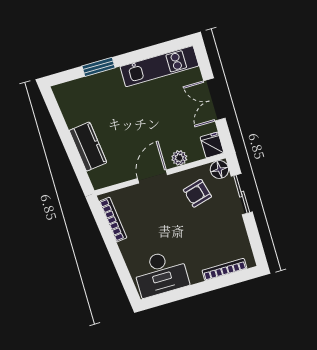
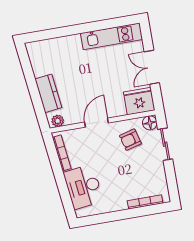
window: (99, 67) -> (64, 32), removed
fridge: (212, 145) -> (139, 101), width x1.88, depth x1.34
plant: (179, 158) -> (58, 121), moved
desk: (161, 273) -> (83, 187), moved, turned 83

